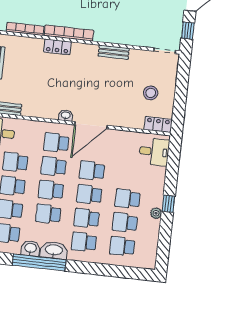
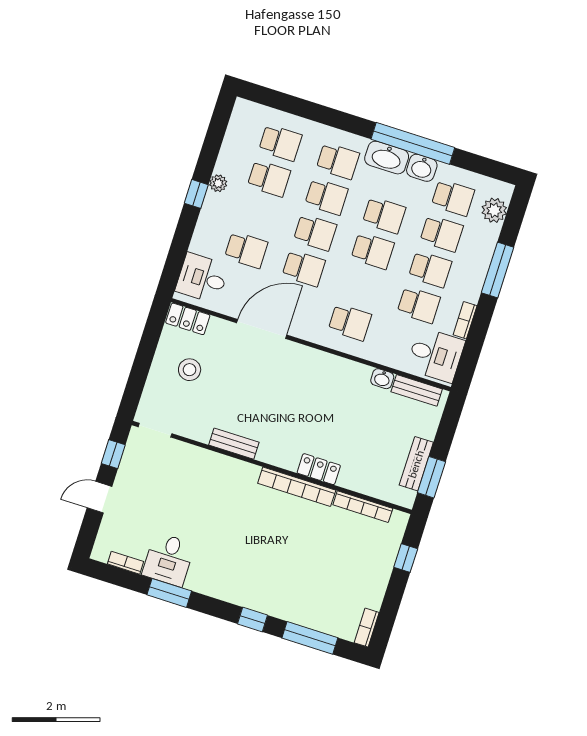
washbasin: (66, 115) -> (382, 379), moved
door: (91, 125) -> (262, 329), moved
school desk: (54, 166) -> (361, 287), removed
school desk: (128, 199) -> (246, 250), moved

